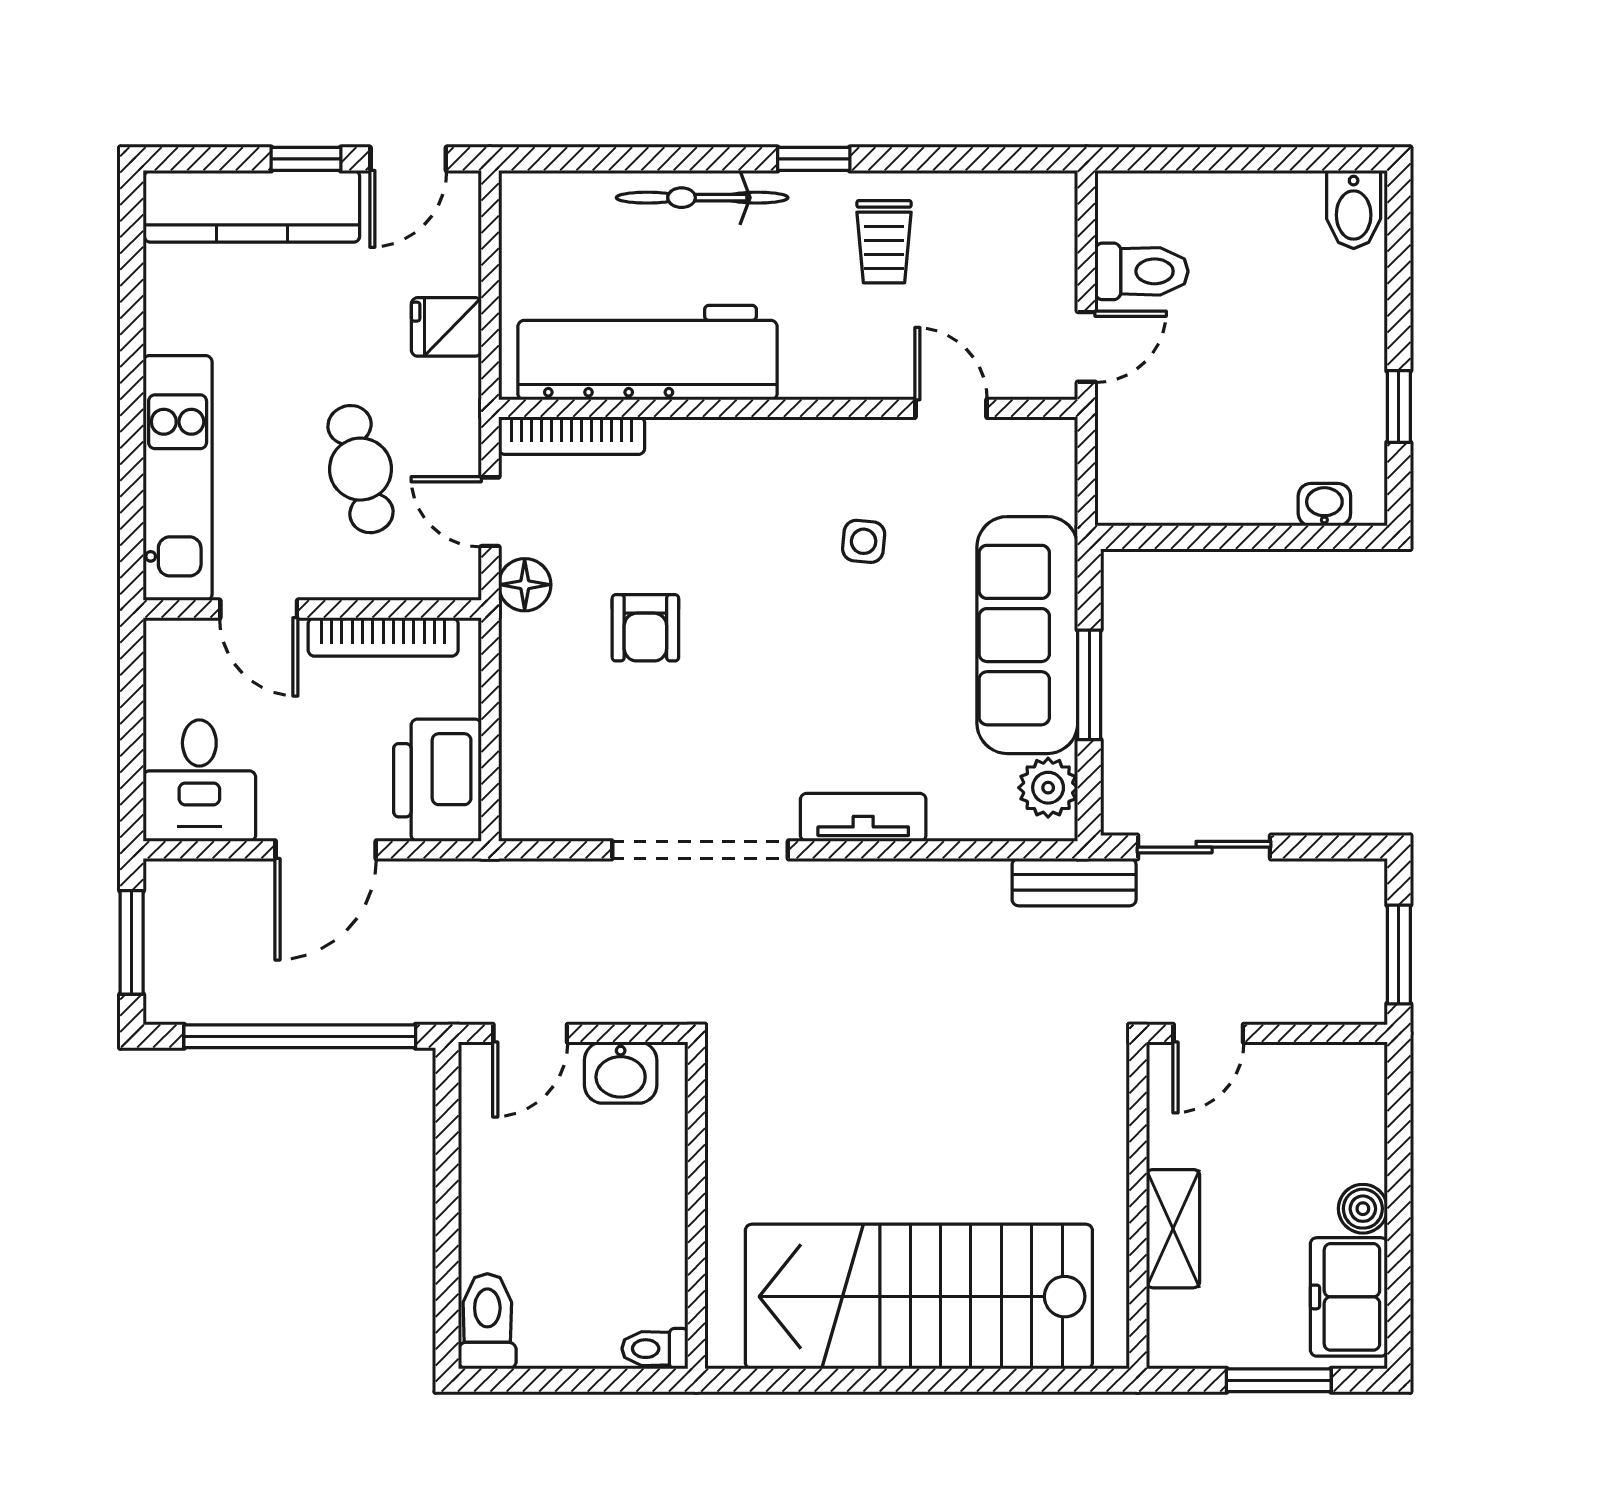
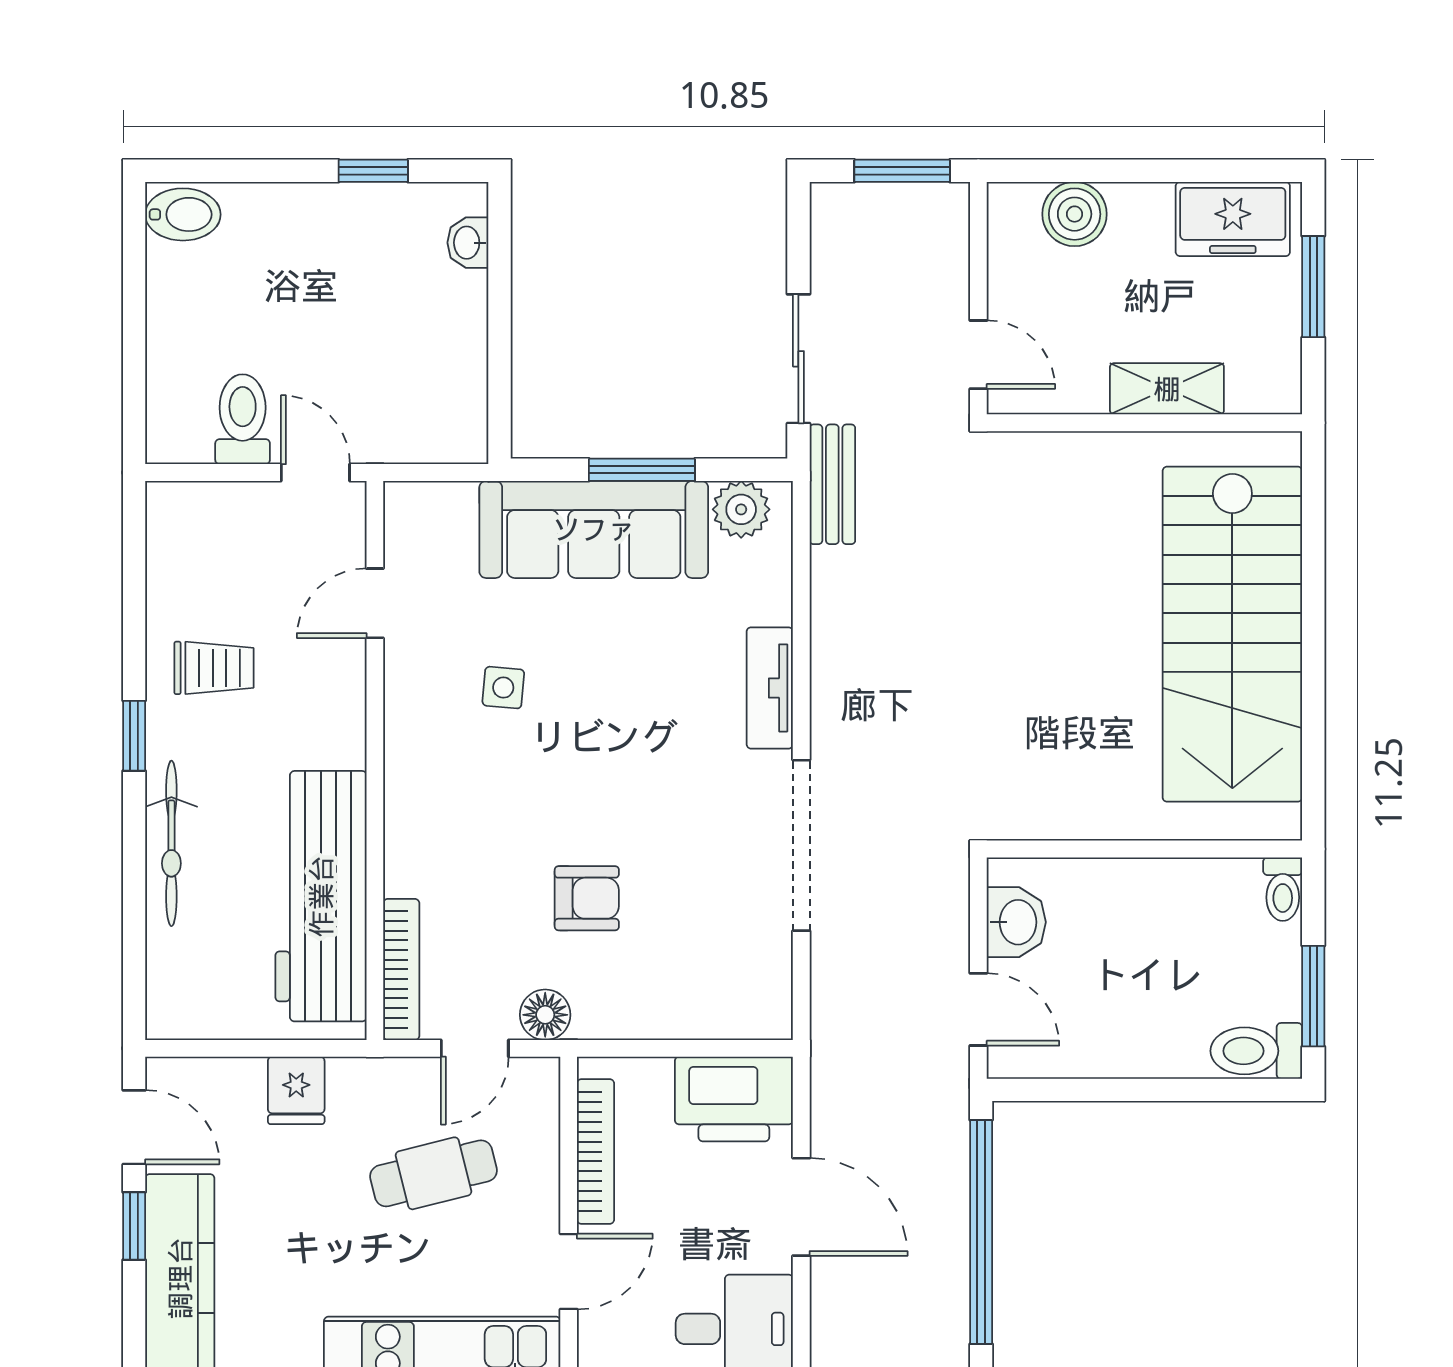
boiler: (1363, 1209) -> (1075, 214), moved, width x1.36, depth x1.36
window: (544, 1380) -> (1313, 996), added

